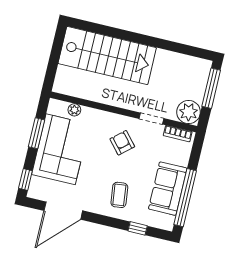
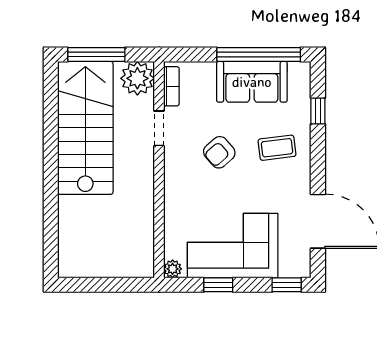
stairs: (107, 56) -> (85, 128), moved
plant: (74, 110) -> (173, 269), moved
window: (36, 133) -> (218, 285), width x0.67
armchair: (122, 143) -> (219, 152), moved

